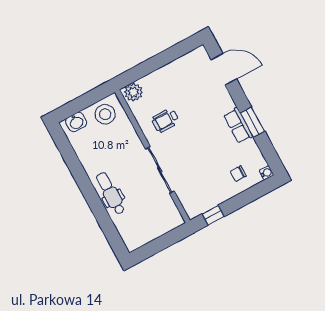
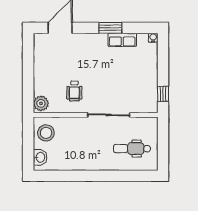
row of seats: (238, 126) -> (122, 40), moved
chair: (238, 174) -> (143, 59), removed
dental chair: (111, 193) -> (132, 149), moved

